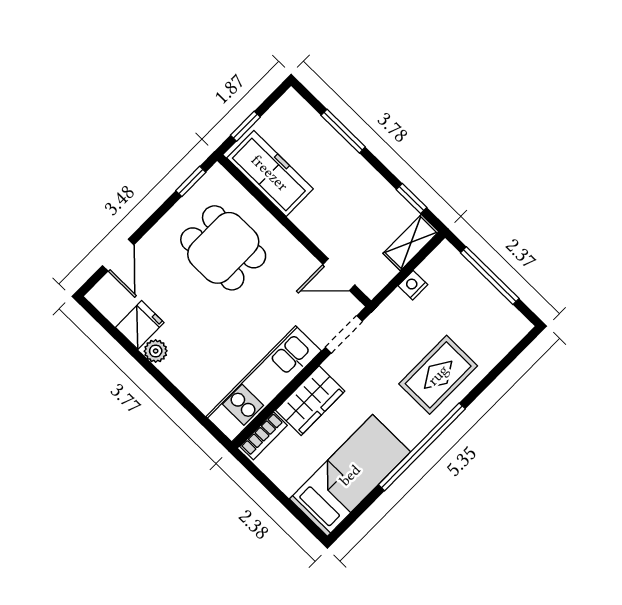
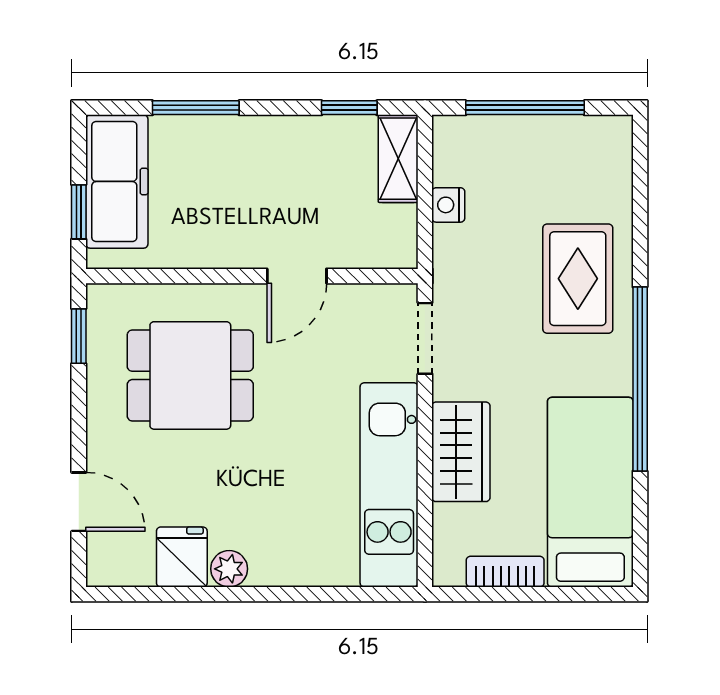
freezer: (270, 173) -> (117, 181), moved, turned 90
door: (339, 275) -> (297, 276), moved
bookcase: (264, 436) -> (505, 572), moved, turned -90

